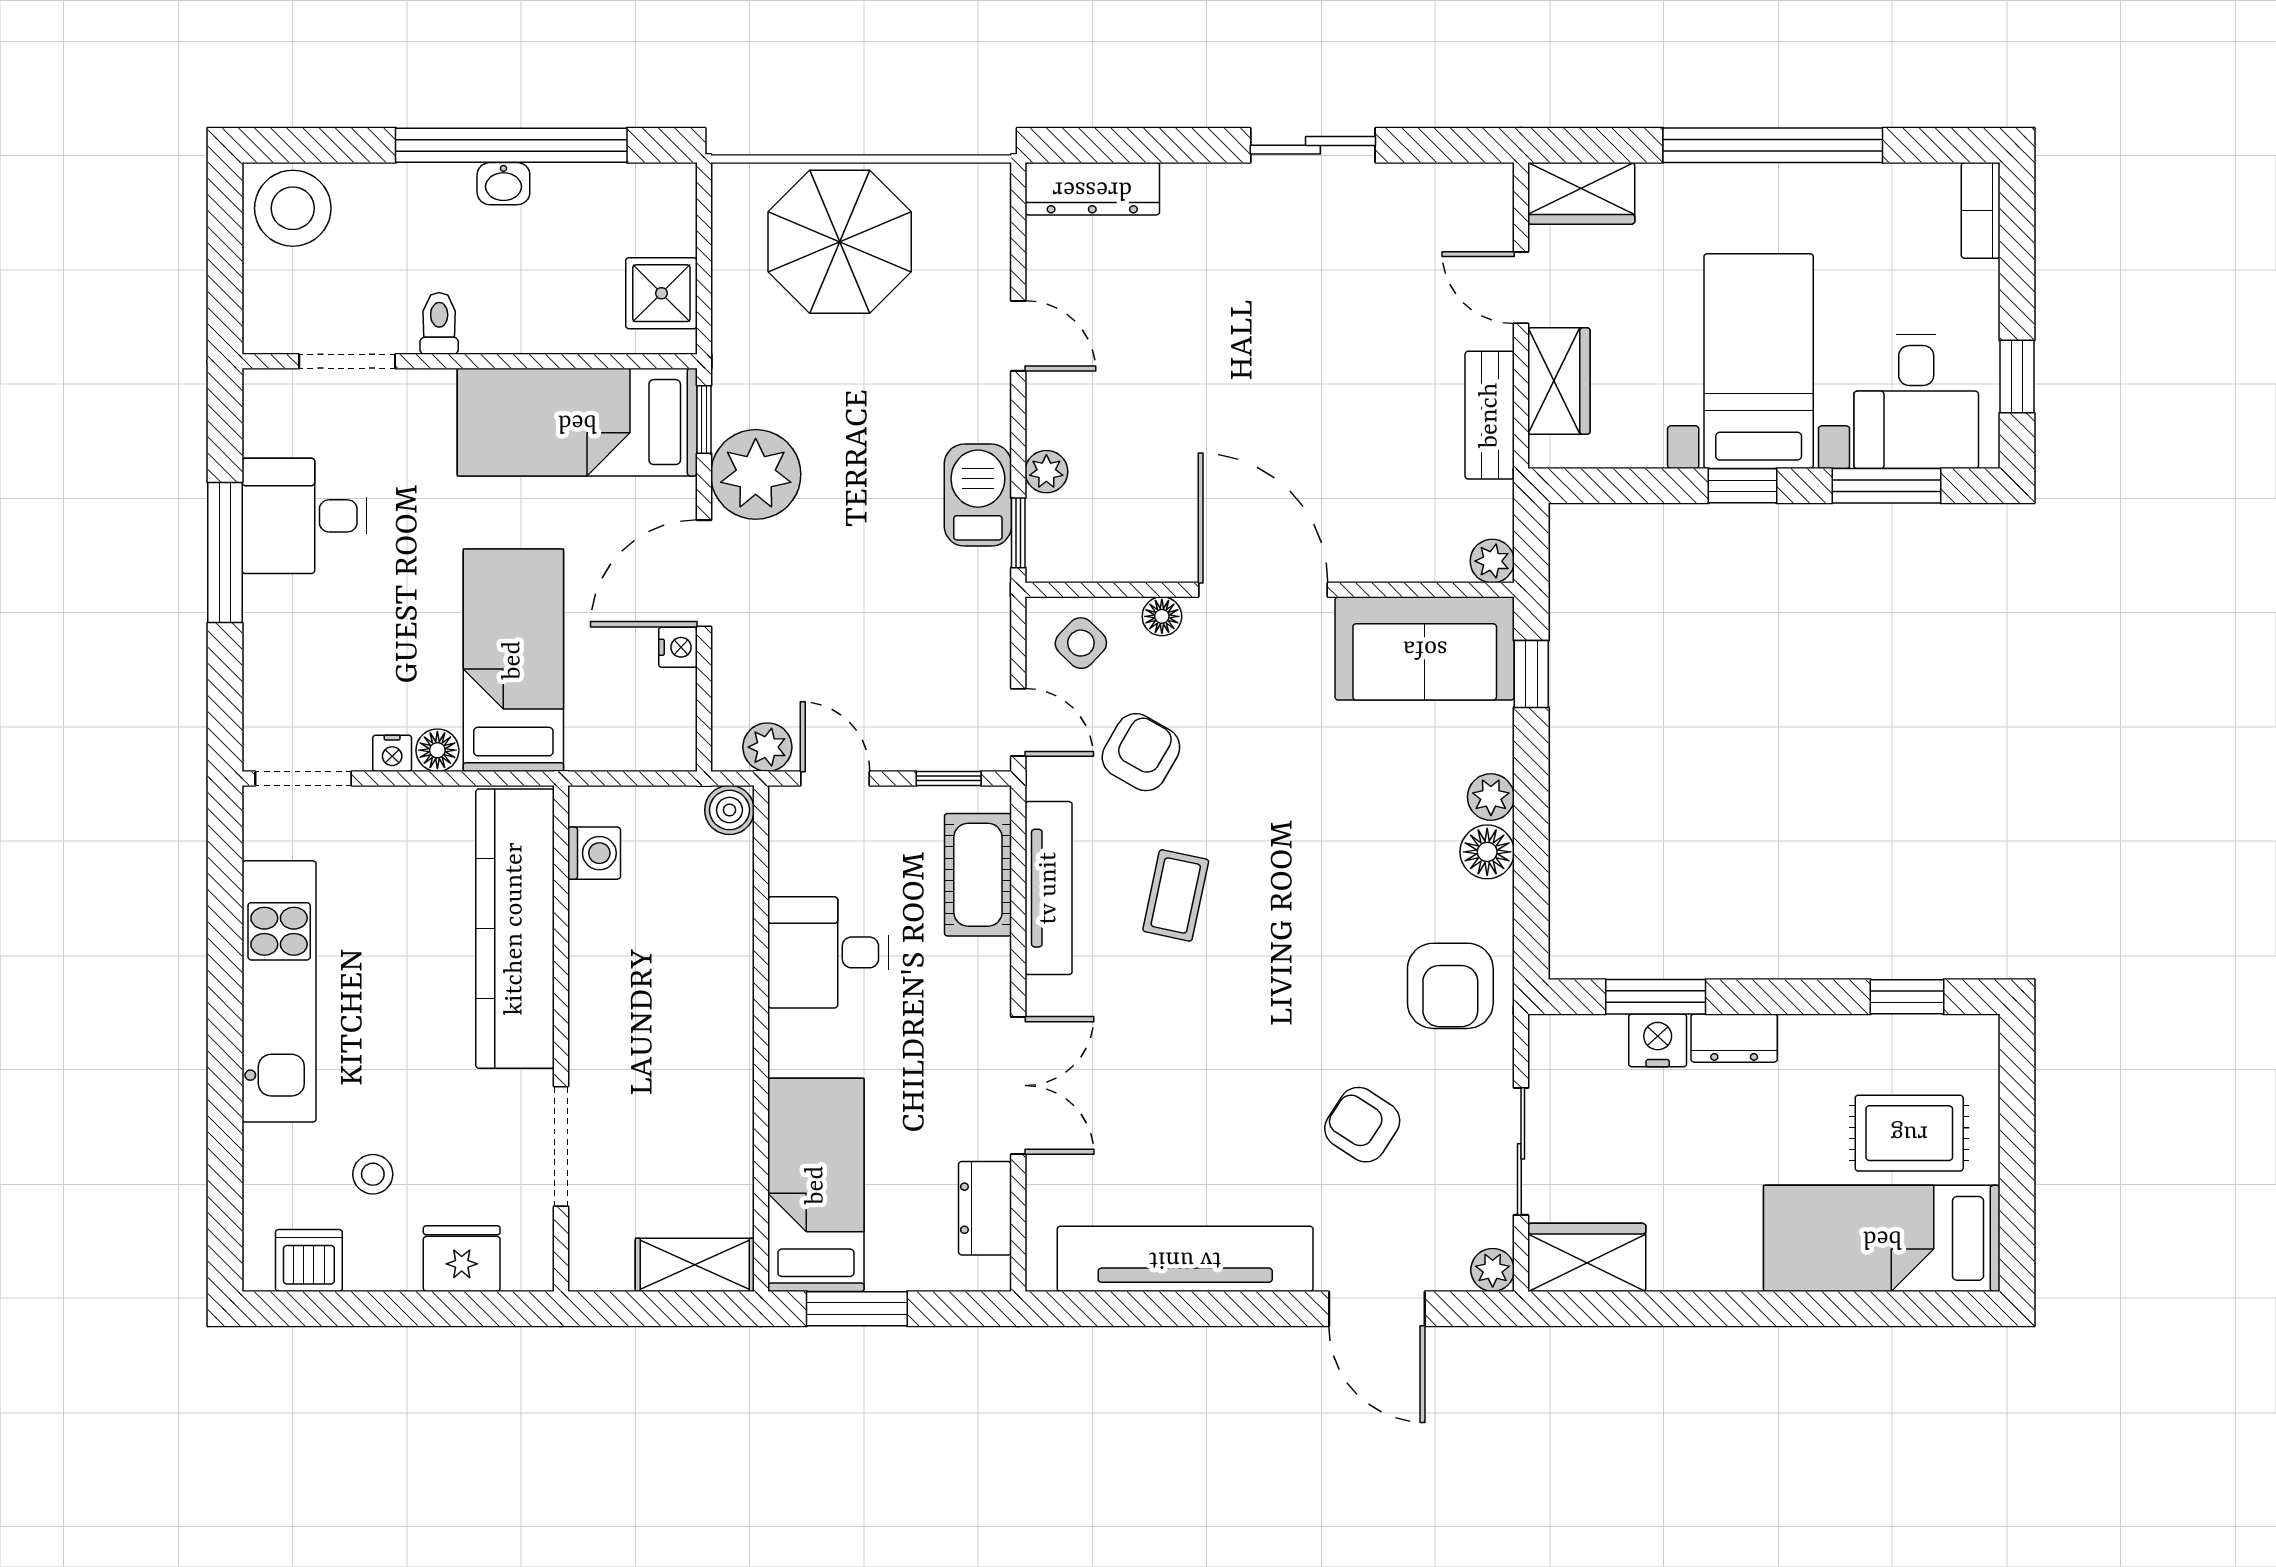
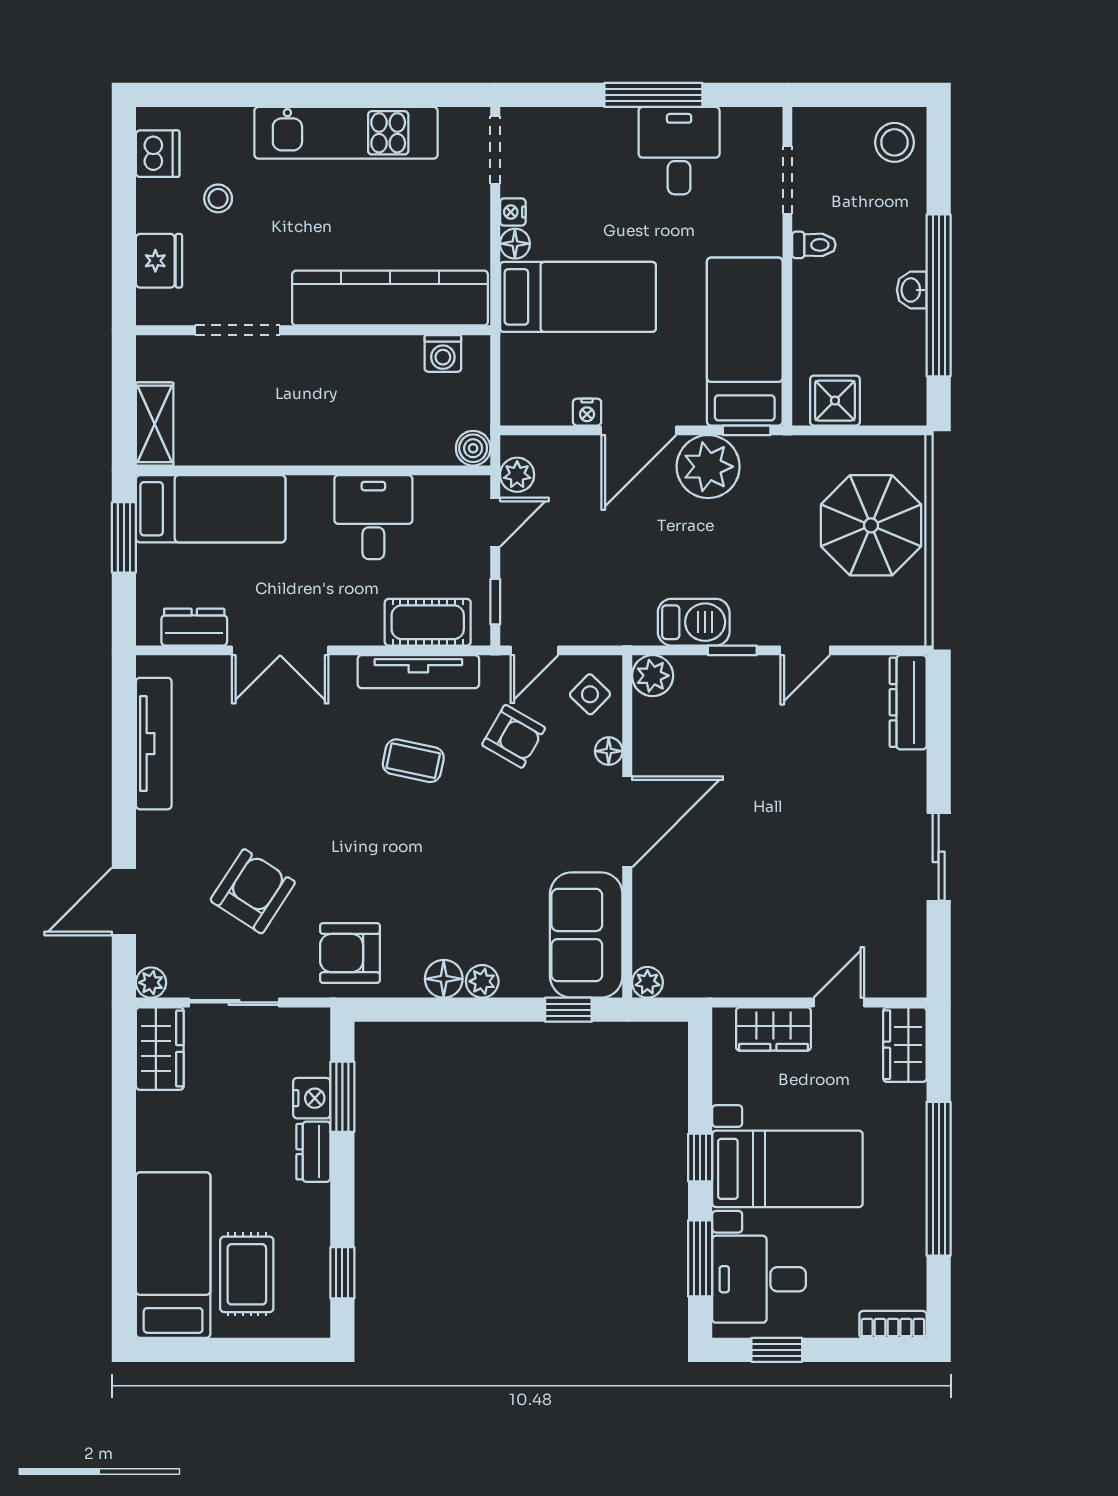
stool: (293, 208) -> (894, 142), width x0.73, depth x0.73
bench: (1490, 415) -> (750, 981), removed
plant: (1046, 472) -> (653, 676), moved, width x1.38, depth x1.38
window: (1018, 533) -> (732, 650), moved
door: (704, 573) -> (639, 430), swing flipped
armchair: (1362, 1125) -> (253, 891), width x1.38, depth x1.38
tv unit: (1185, 1259) -> (154, 744), width x0.73, depth x0.78

